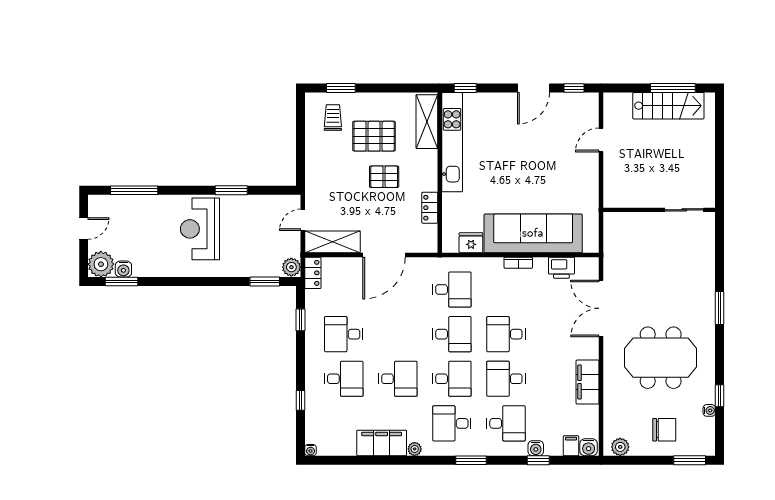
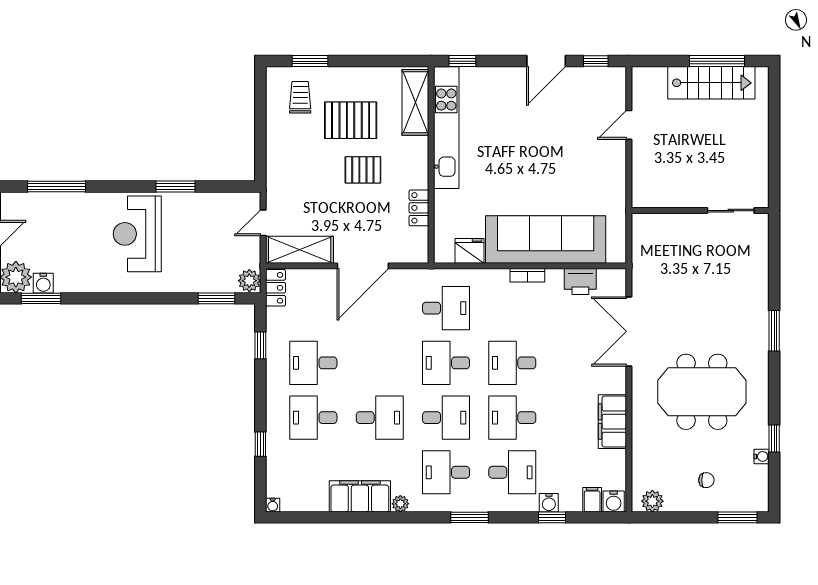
desk: (452, 334) -> (446, 363), turned 180
desk: (344, 379) -> (313, 418), turned 180
chair: (664, 430) -> (706, 480), width x0.54, depth x0.54

